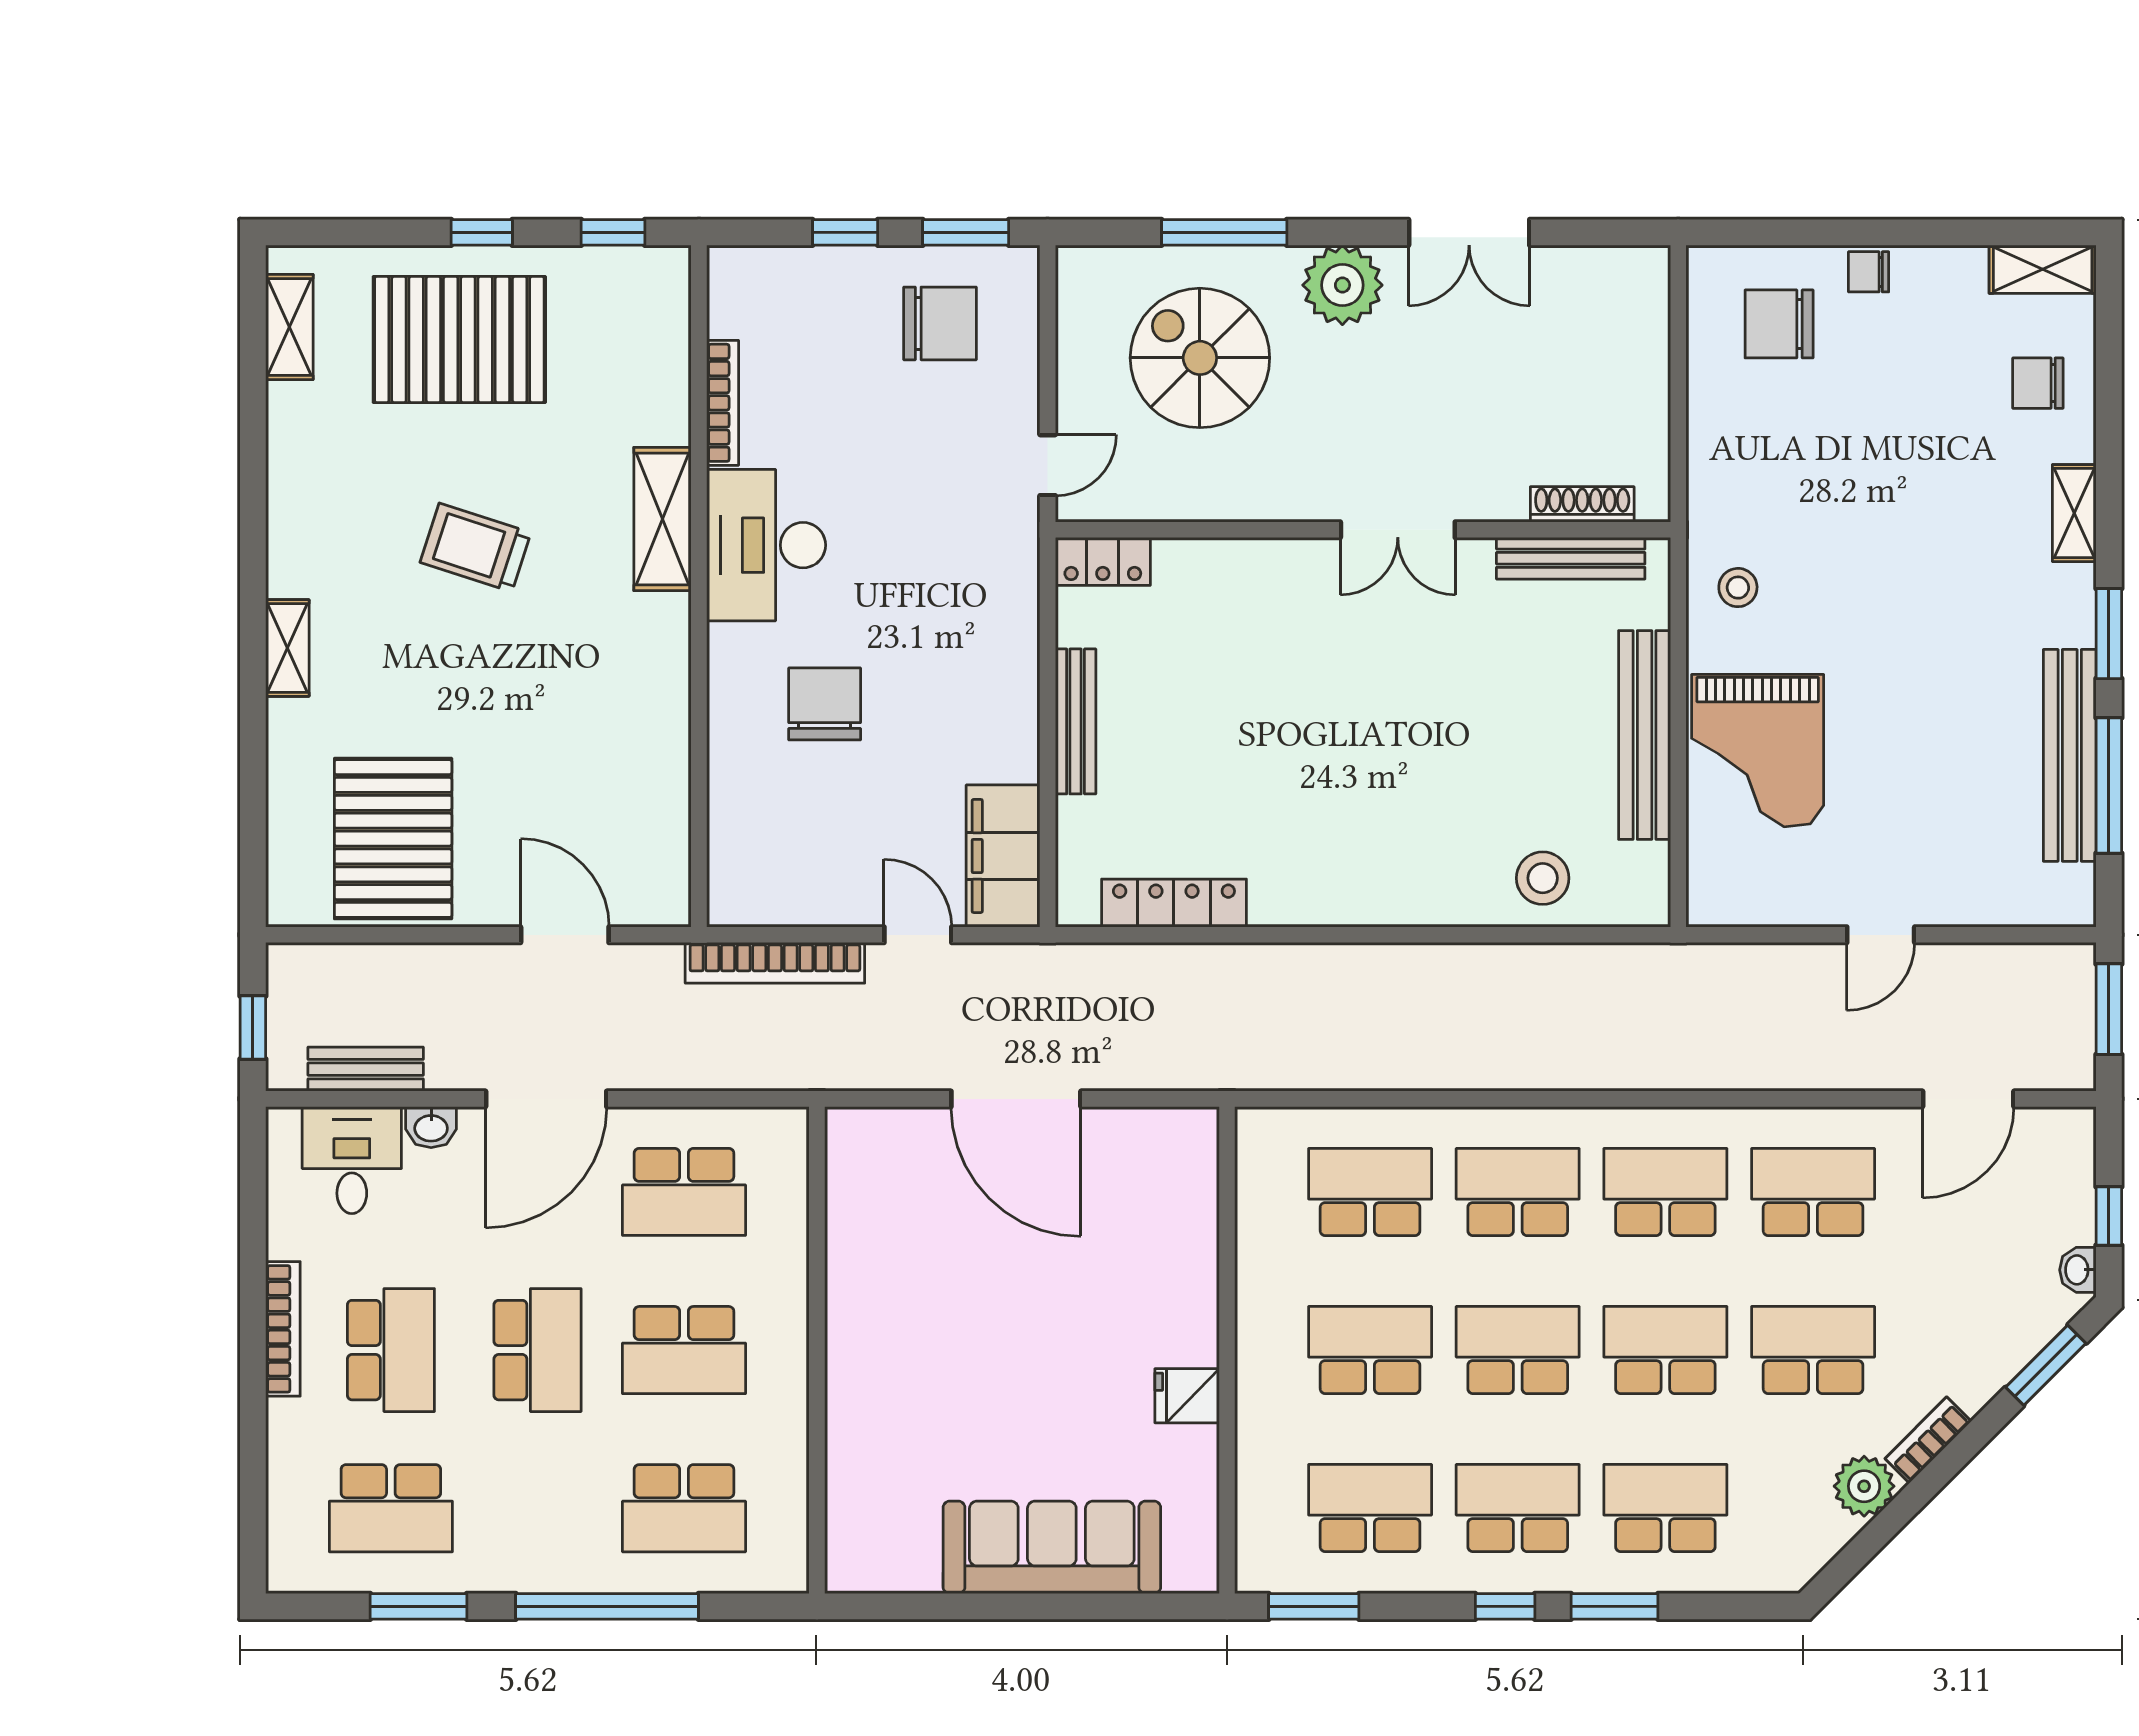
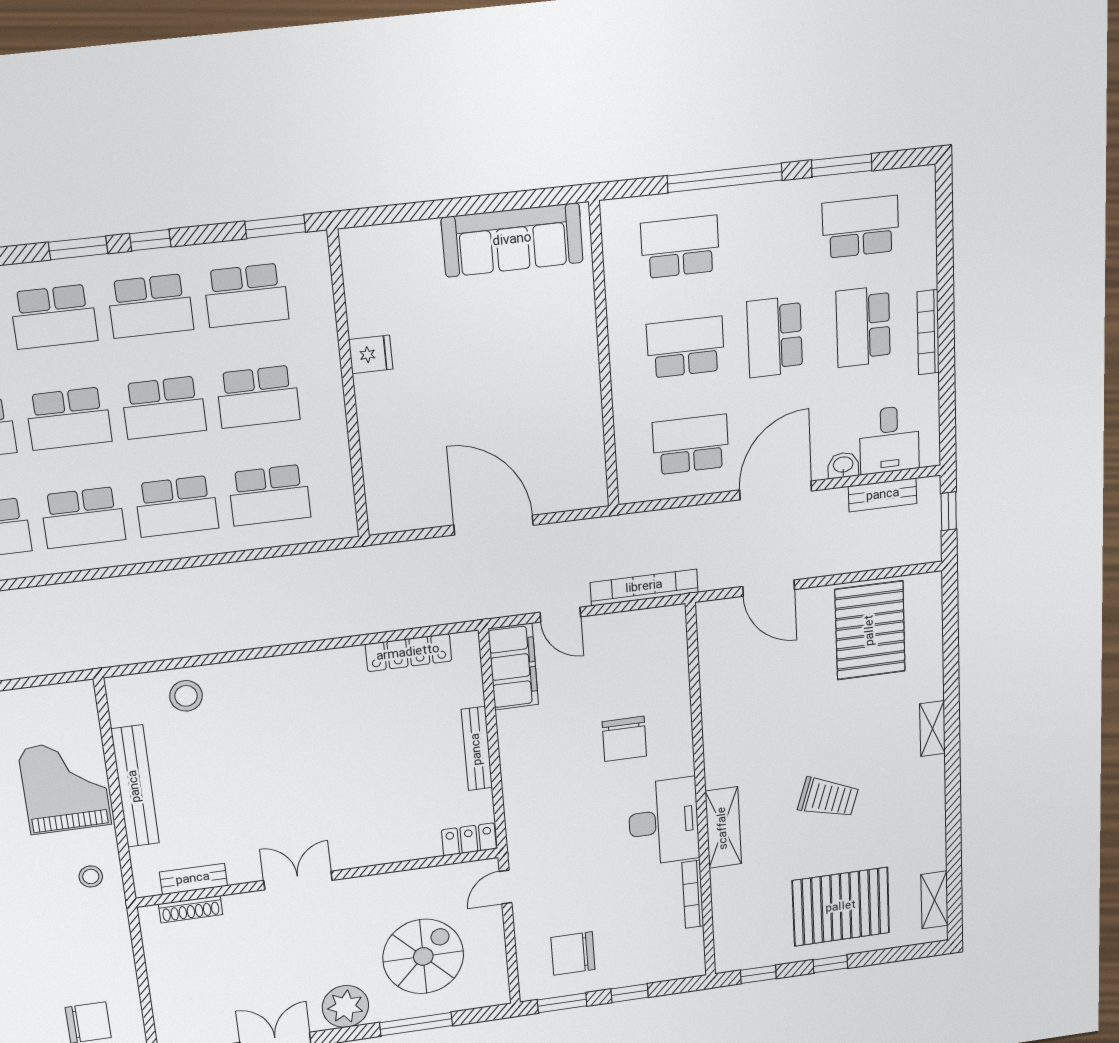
spiral stairs: (1200, 358) -> (423, 956), turned -90
bench: (1571, 558) -> (193, 879), width x0.73
sofa: (1052, 1547) -> (512, 240), moved

